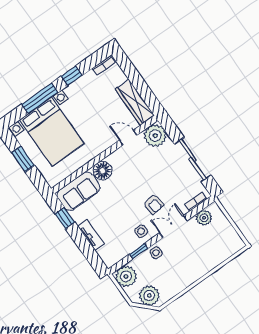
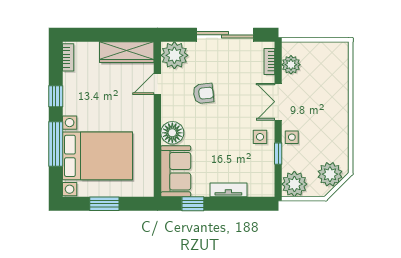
armchair: (154, 204) -> (203, 93), moved

